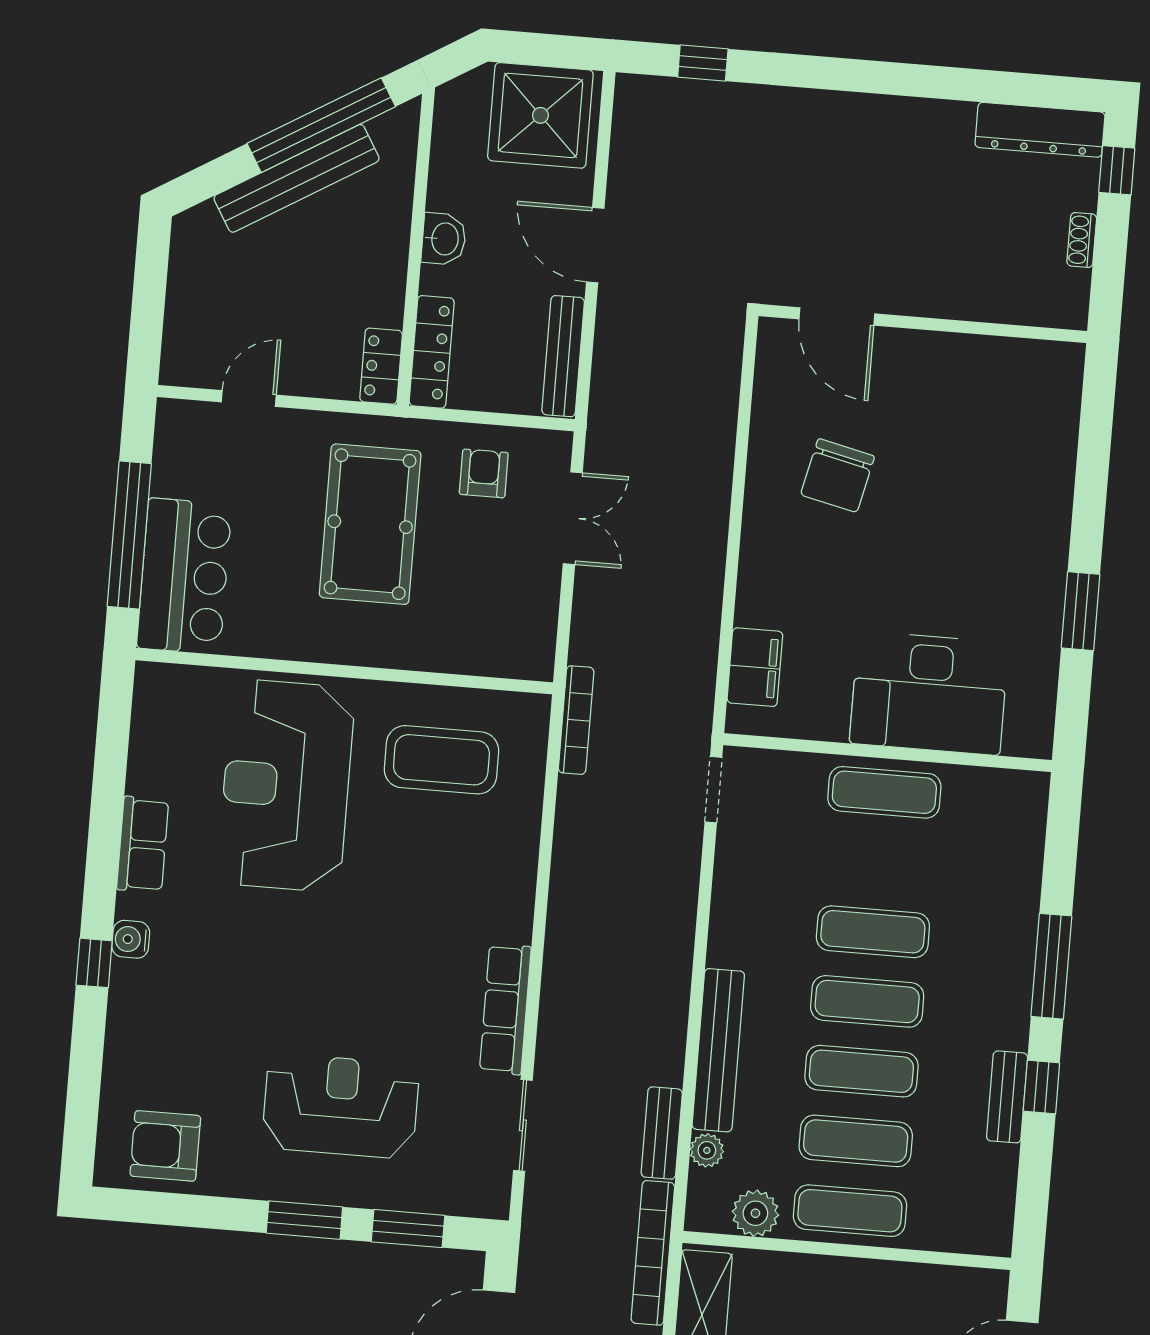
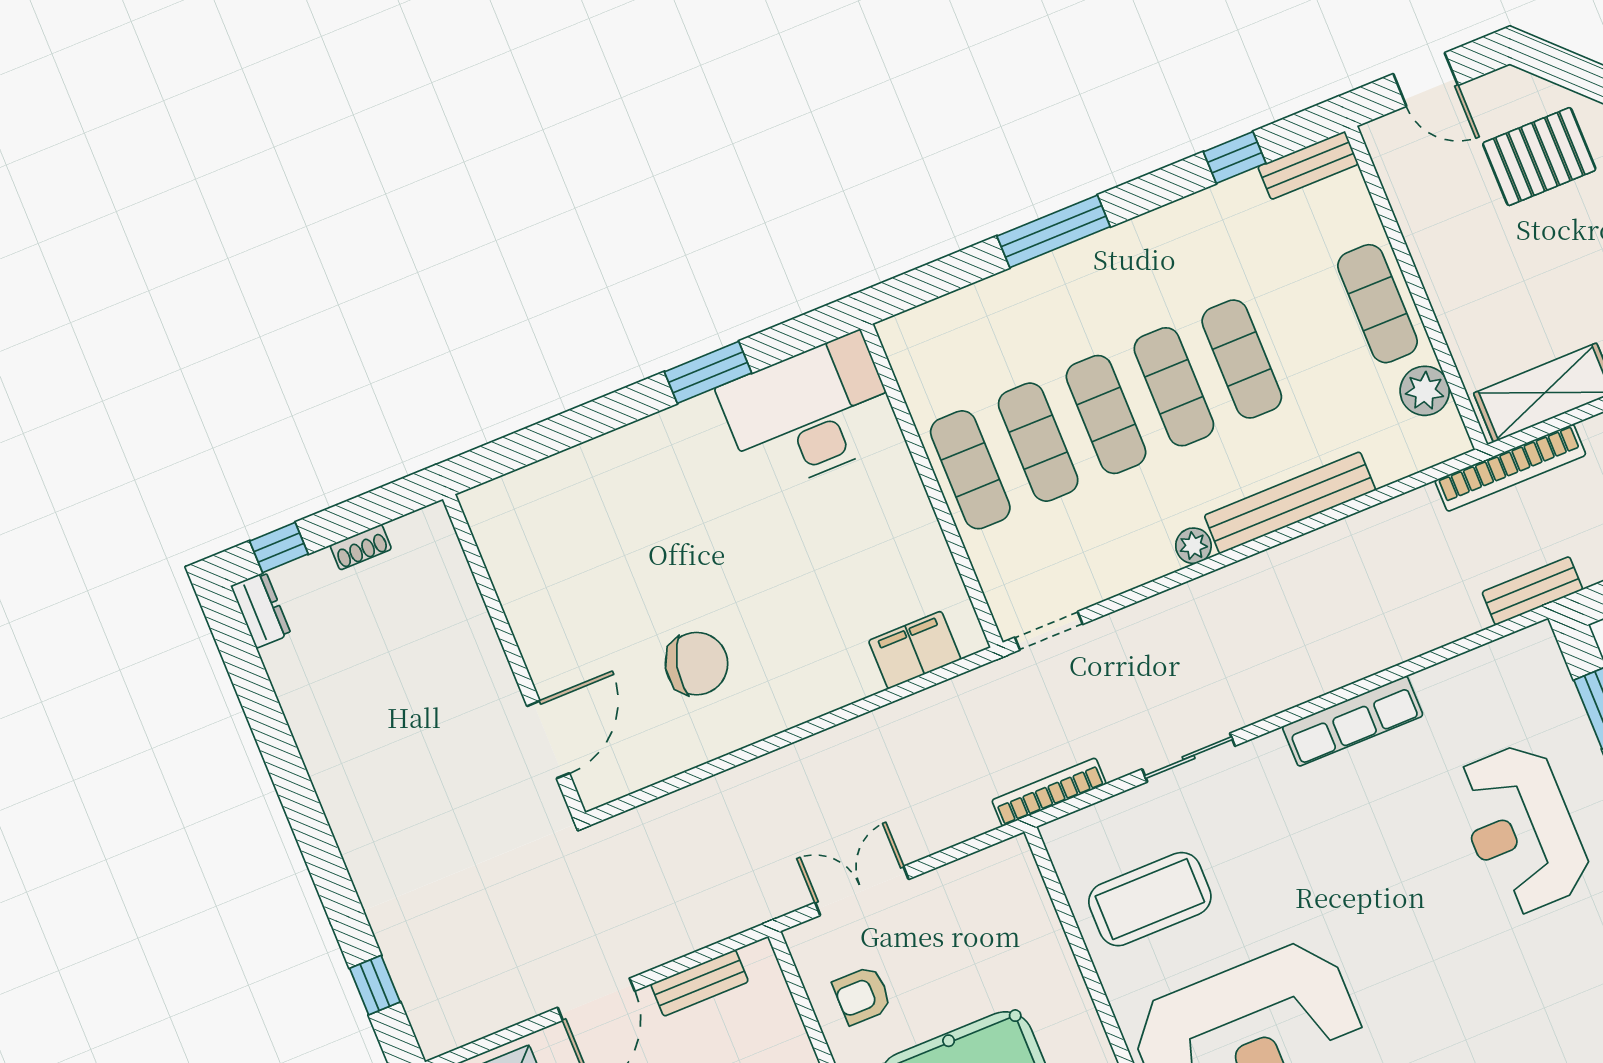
dresser: (1040, 130) -> (261, 610), width x0.51, depth x0.80
bench: (563, 356) -> (700, 983), width x0.73
desk: (929, 693) -> (810, 413), moved, turned -90
coffee table: (441, 760) -> (1150, 899), turned 90
window: (1041, 1087) -> (1235, 157), moved
bench: (1007, 1097) -> (1308, 165), moved
sliding door: (523, 1125) -> (1189, 758), moved
bench: (662, 1133) -> (1532, 591), moved
exercise mat: (856, 1141) -> (1038, 442), moved
plant: (707, 1150) -> (1193, 546), moved

